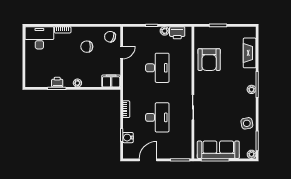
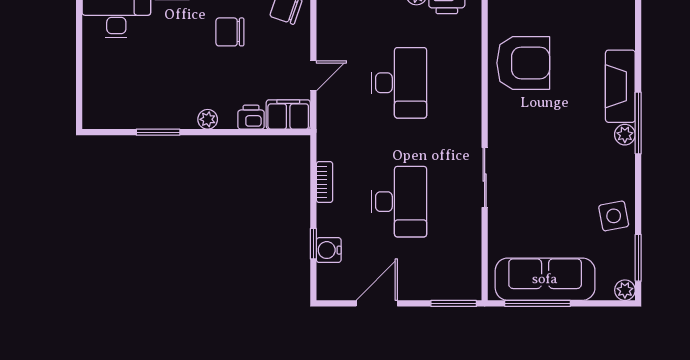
door: (122, 53) -> (313, 76), moved
fireplace: (250, 53) -> (620, 86), moved
armchair: (209, 60) -> (523, 63), turned -90
printer: (57, 82) -> (251, 117), moved

